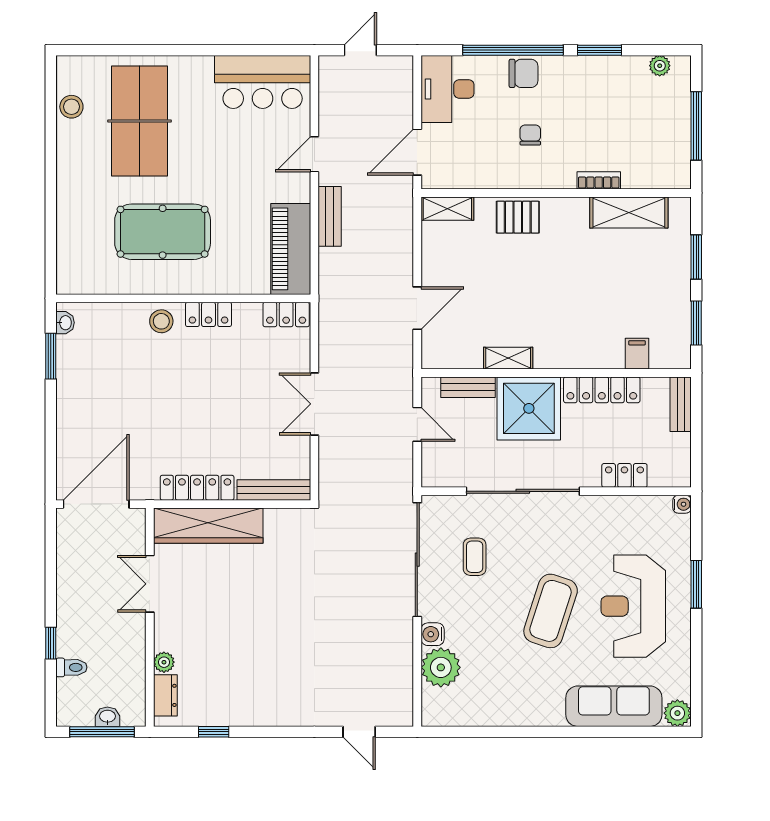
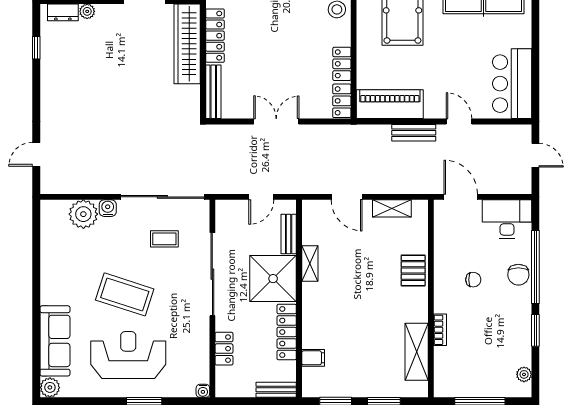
shelving: (447, 209) -> (392, 208), moved, turned 90
locker: (208, 314) -> (342, 64), moved

